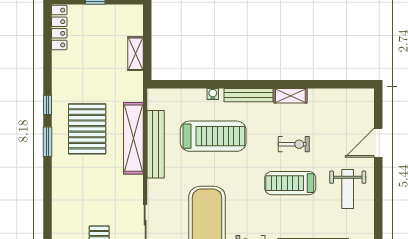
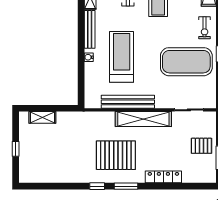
locker: (59, 28) -> (163, 177), moved
shelving: (136, 54) -> (42, 117), moved
shelving: (133, 138) -> (143, 119), moved

